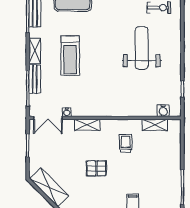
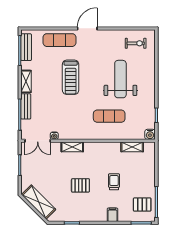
treadmill: (70, 56) -> (71, 77), moved
exercise mat: (129, 90) -> (109, 116), added
water cooler: (163, 111) -> (150, 134), moved
trolley: (126, 143) -> (114, 182), moved
pallet: (166, 190) -> (142, 205), added

